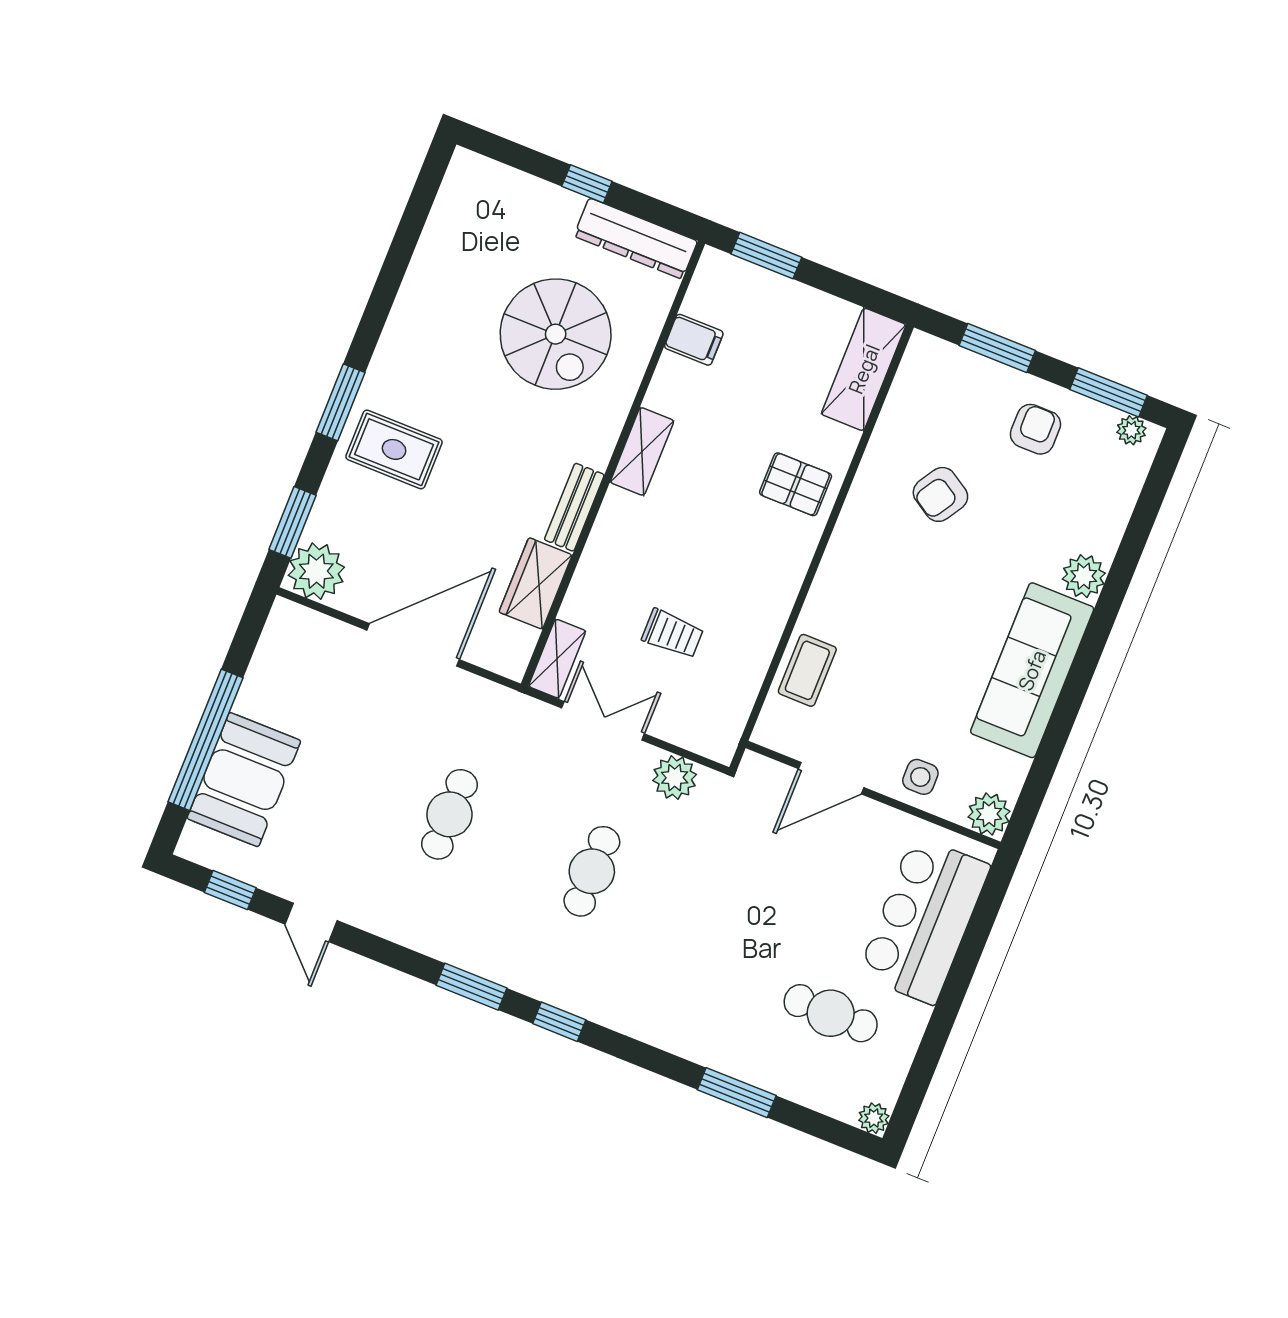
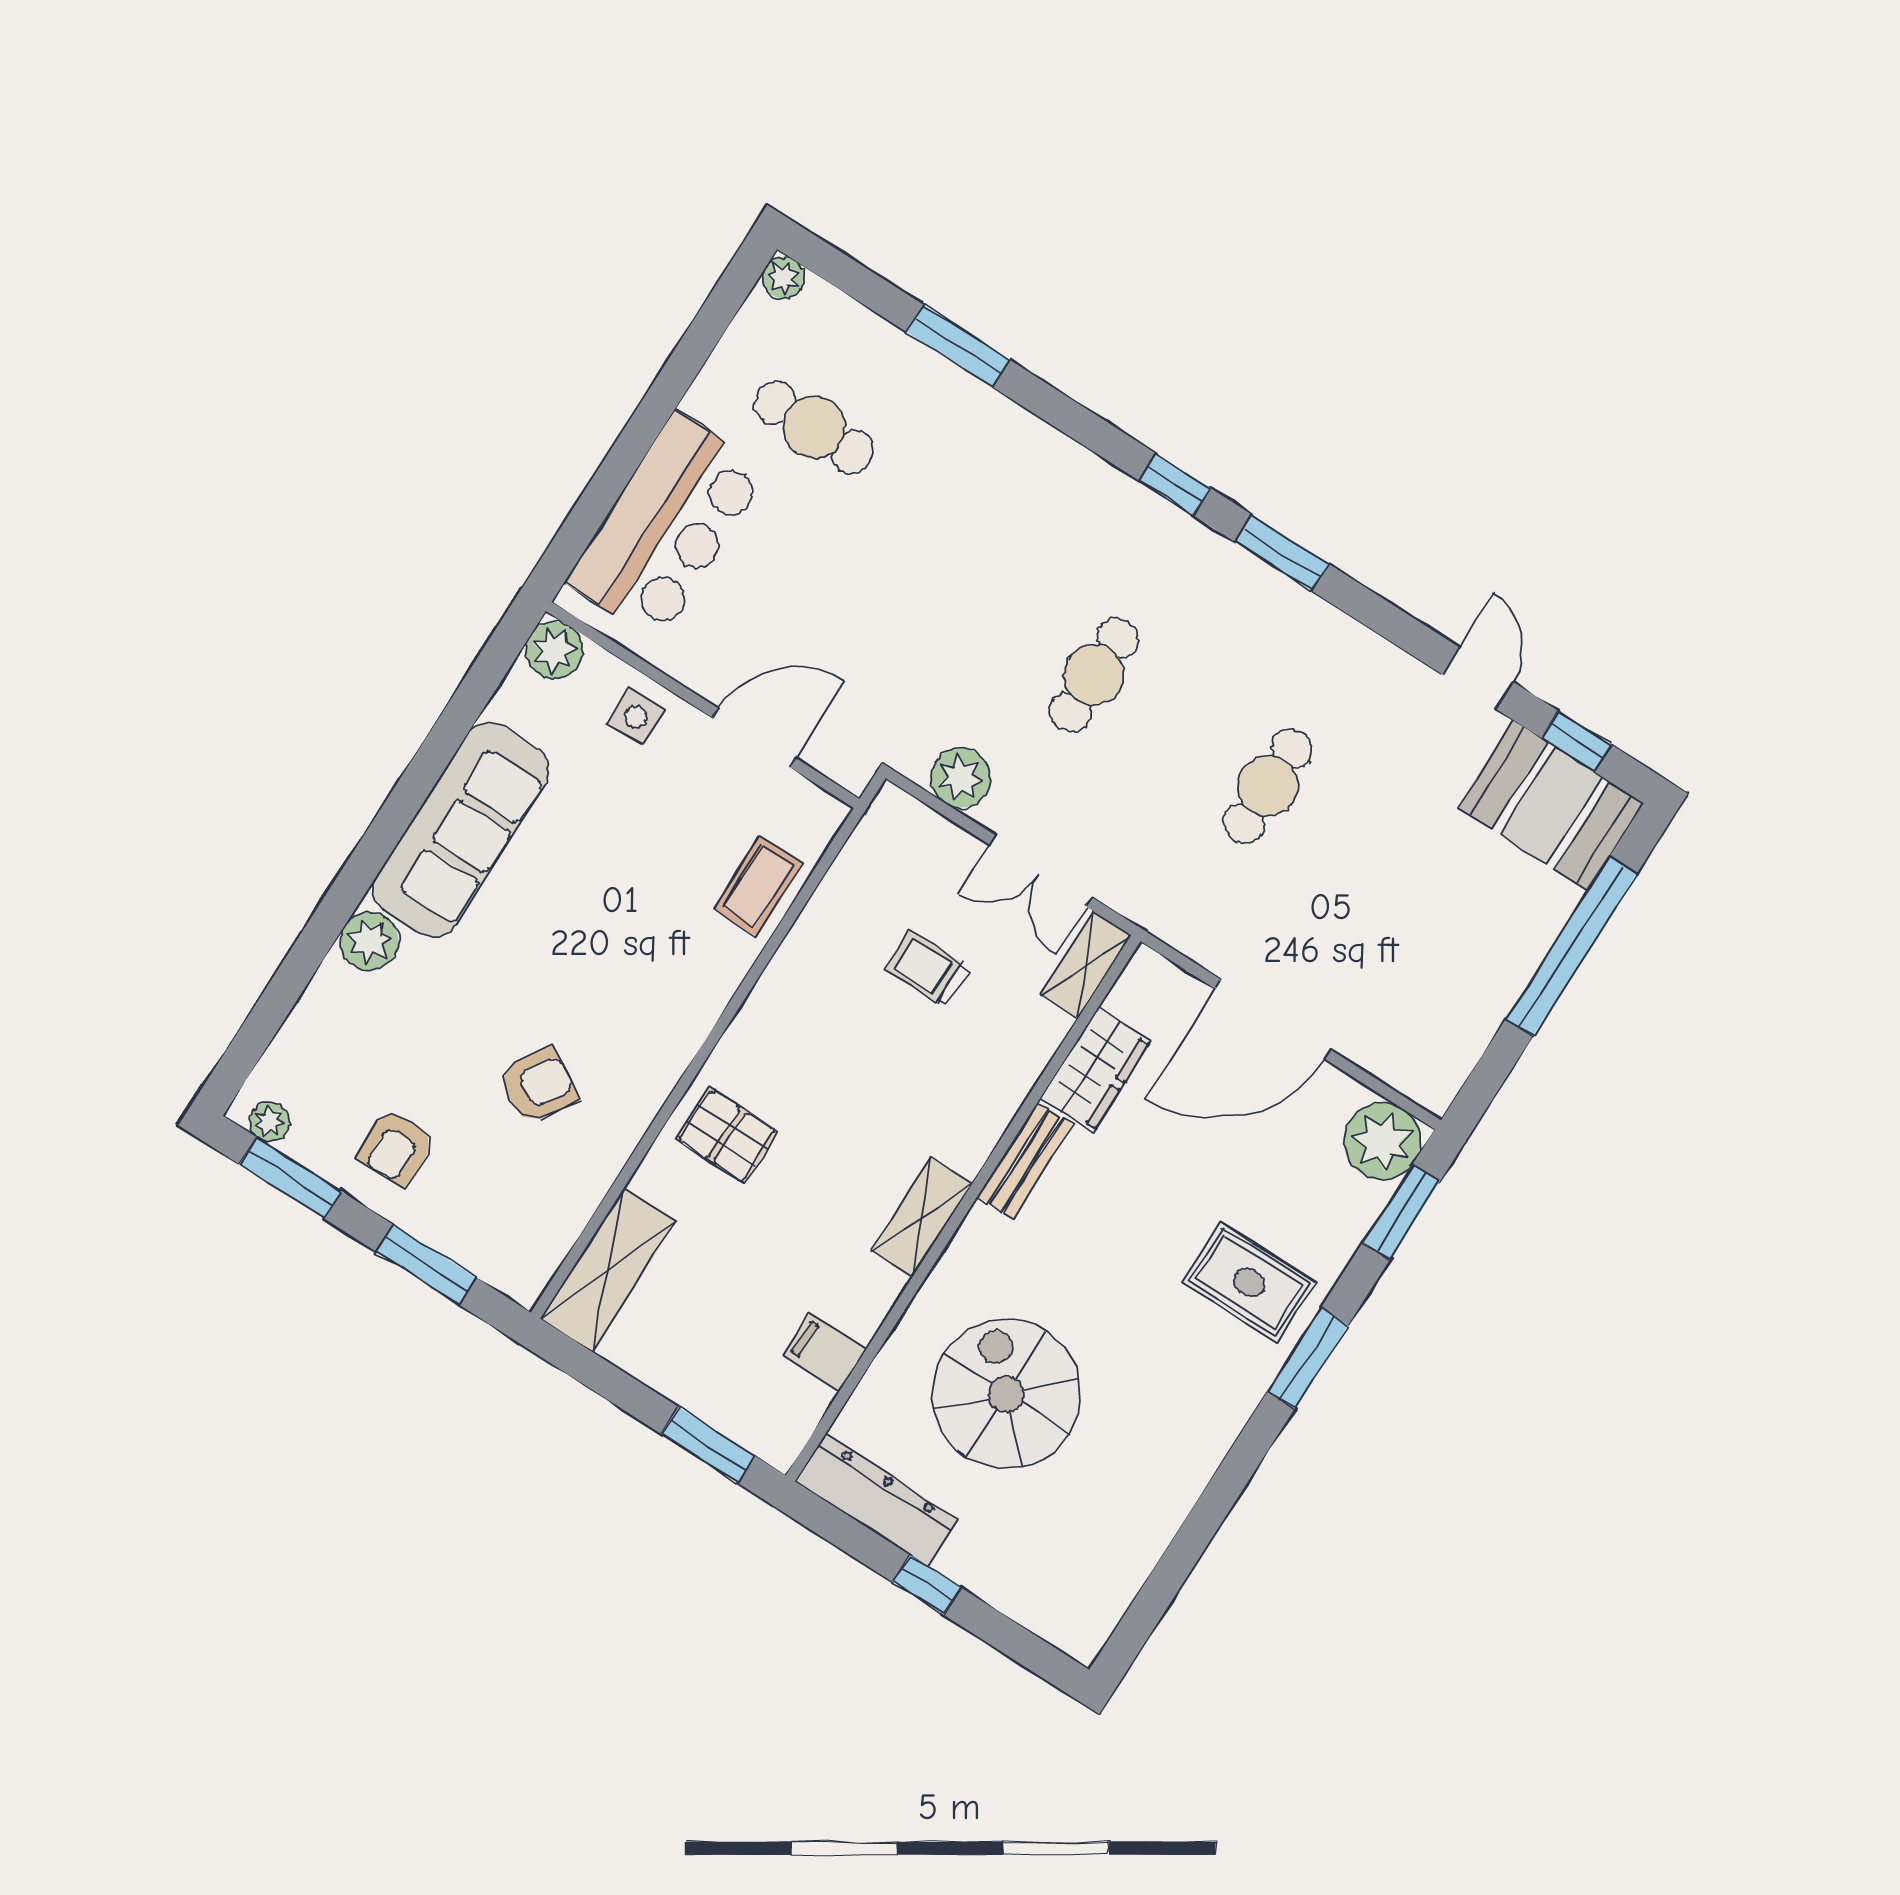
booth: (244, 780) -> (1551, 805), moved, turned 90

